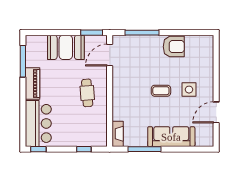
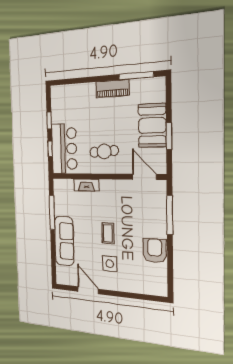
window: (92, 33) -> (169, 136), moved
armchair: (174, 47) -> (155, 251), turned 180
bar counter: (38, 123) -> (64, 149), moved, turned -90
fireplace: (118, 134) -> (86, 185), moved
window: (38, 149) -> (49, 121), moved

